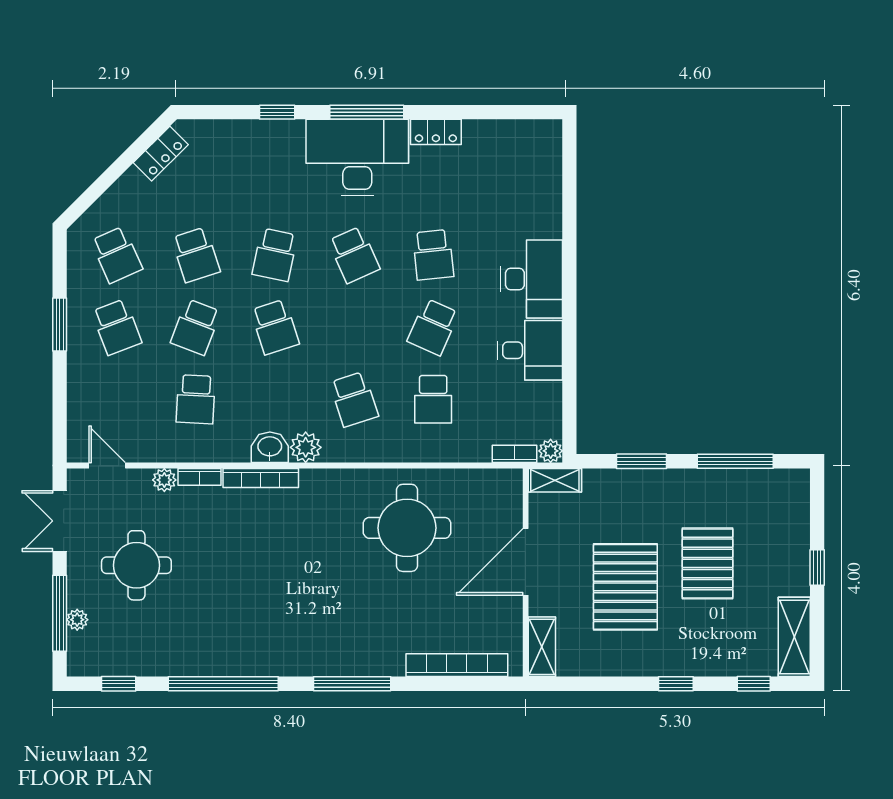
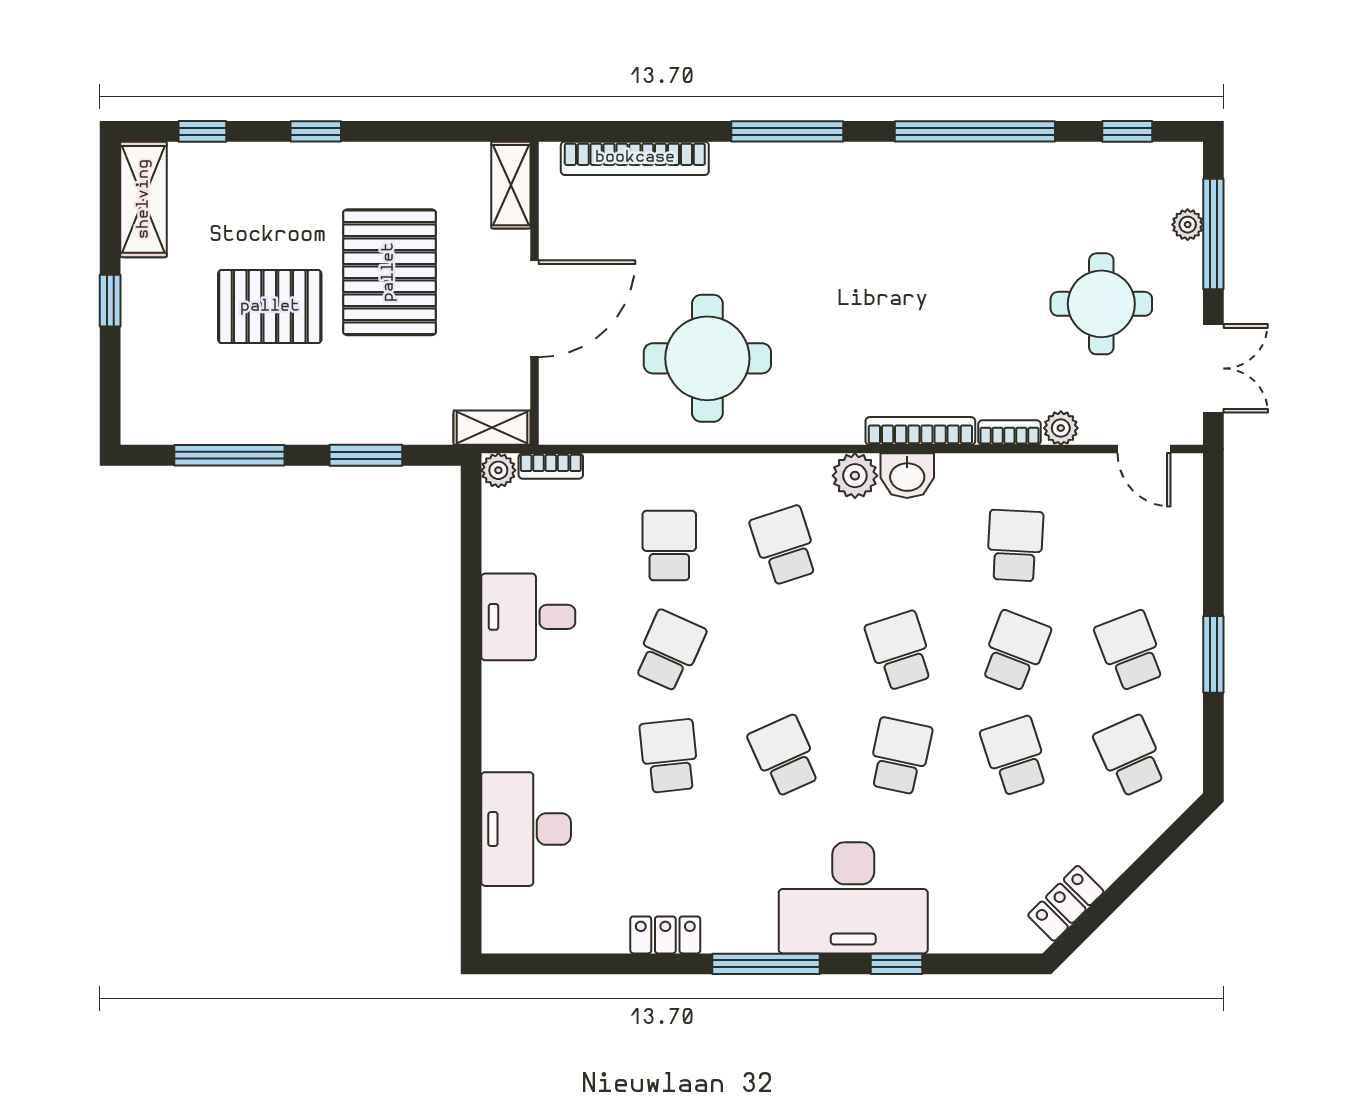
desk: (357, 157) -> (853, 898), moved
desk: (532, 279) -> (526, 829), moved
pallet: (708, 563) -> (270, 307), turned 90

